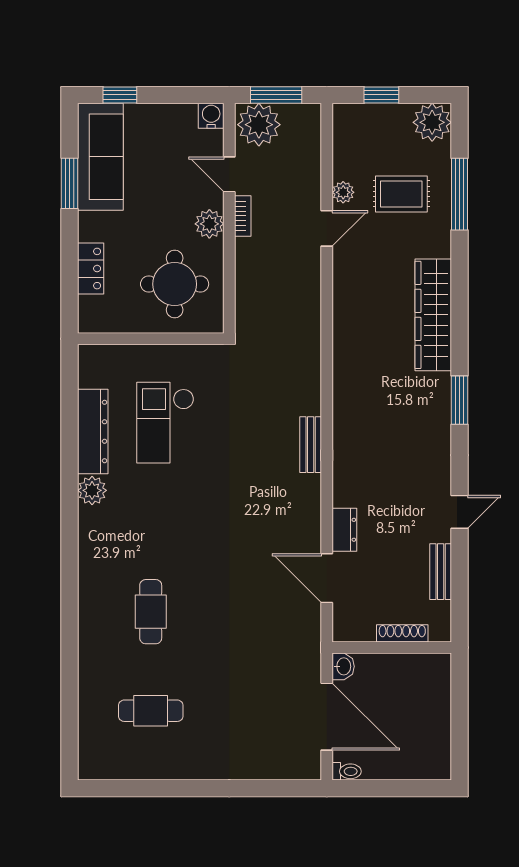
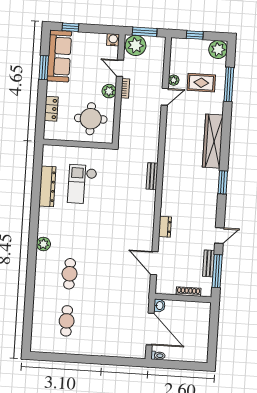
bench: (311, 445) -> (152, 176), moved
plant: (92, 490) -> (43, 244), moved
dresser: (344, 530) -> (165, 227), moved
window: (459, 587) -> (217, 271), added
cafe table: (151, 711) -> (67, 321), turned 90

